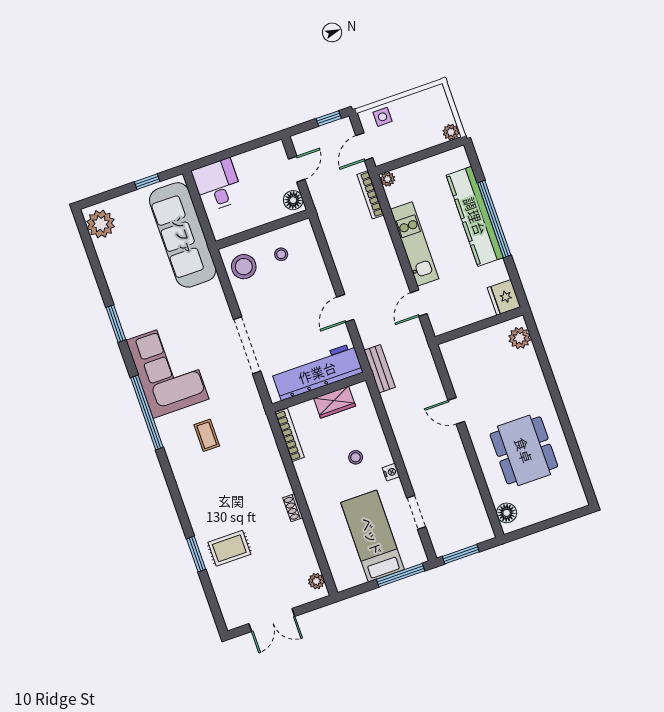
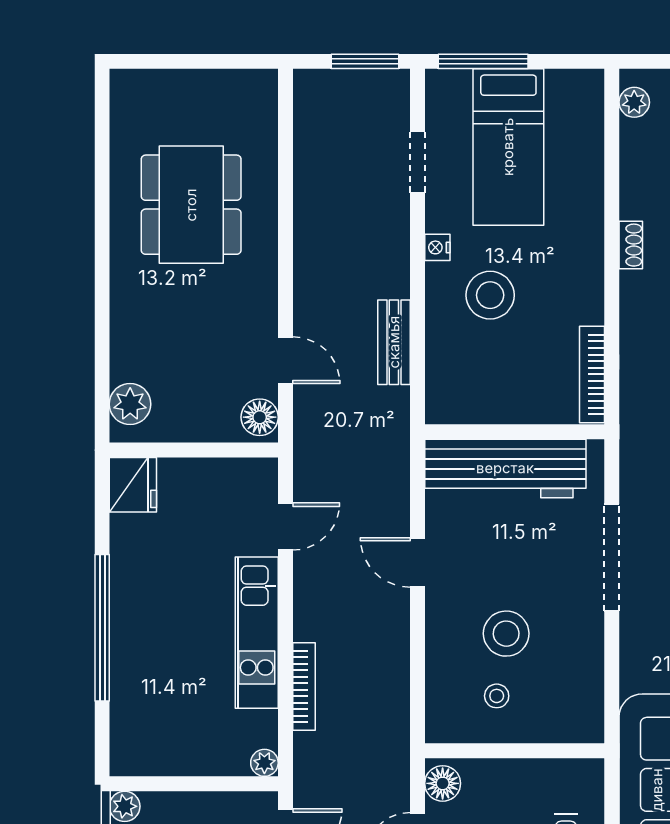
bookcase: (370, 195) -> (304, 687), moved
kitchen counter: (475, 216) -> (135, 644), removed
stool: (244, 267) -> (506, 634), moved
door: (345, 308) -> (417, 562), swing flipped
bench: (380, 369) -> (394, 342), moved
wardrobe: (335, 402) -> (493, 405), removed
door: (456, 411) -> (285, 360), moved
stool: (356, 457) -> (490, 295), width x1.89, depth x1.89
floor lamp: (507, 513) -> (260, 417), moved

